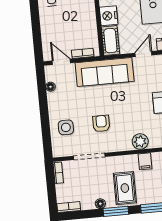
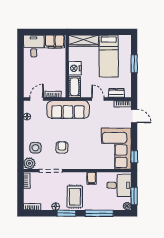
door: (143, 54) -> (98, 99), hinge flipped
door: (61, 62) -> (37, 99), hinge flipped
plant: (140, 142) -> (29, 163), moved

